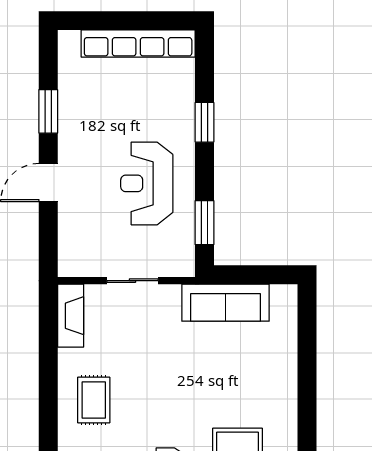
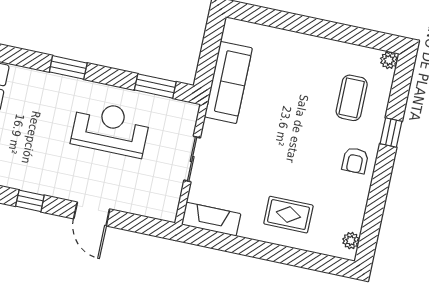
window: (48, 111) -> (30, 201), width x0.67
reception desk: (147, 183) -> (111, 129), turned 180

